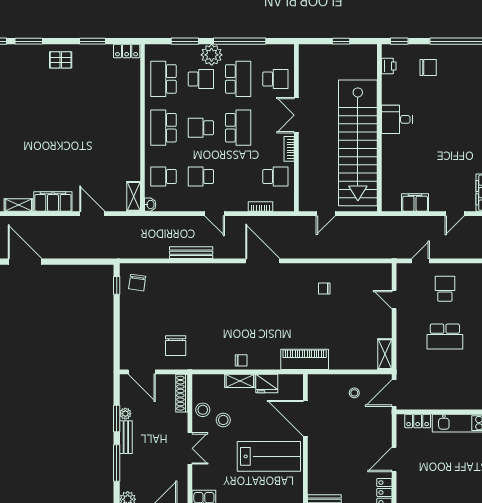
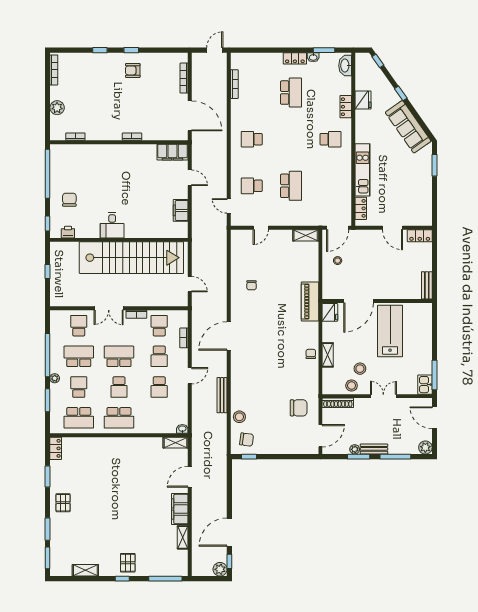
plant: (212, 55) -> (55, 378), width x0.53, depth x0.53
school desk: (164, 176) -> (159, 356), moved
stool: (165, 274) -> (239, 417), added
fridge: (267, 383) -> (330, 312), moved
door: (394, 393) -> (338, 228), hinge flipped

